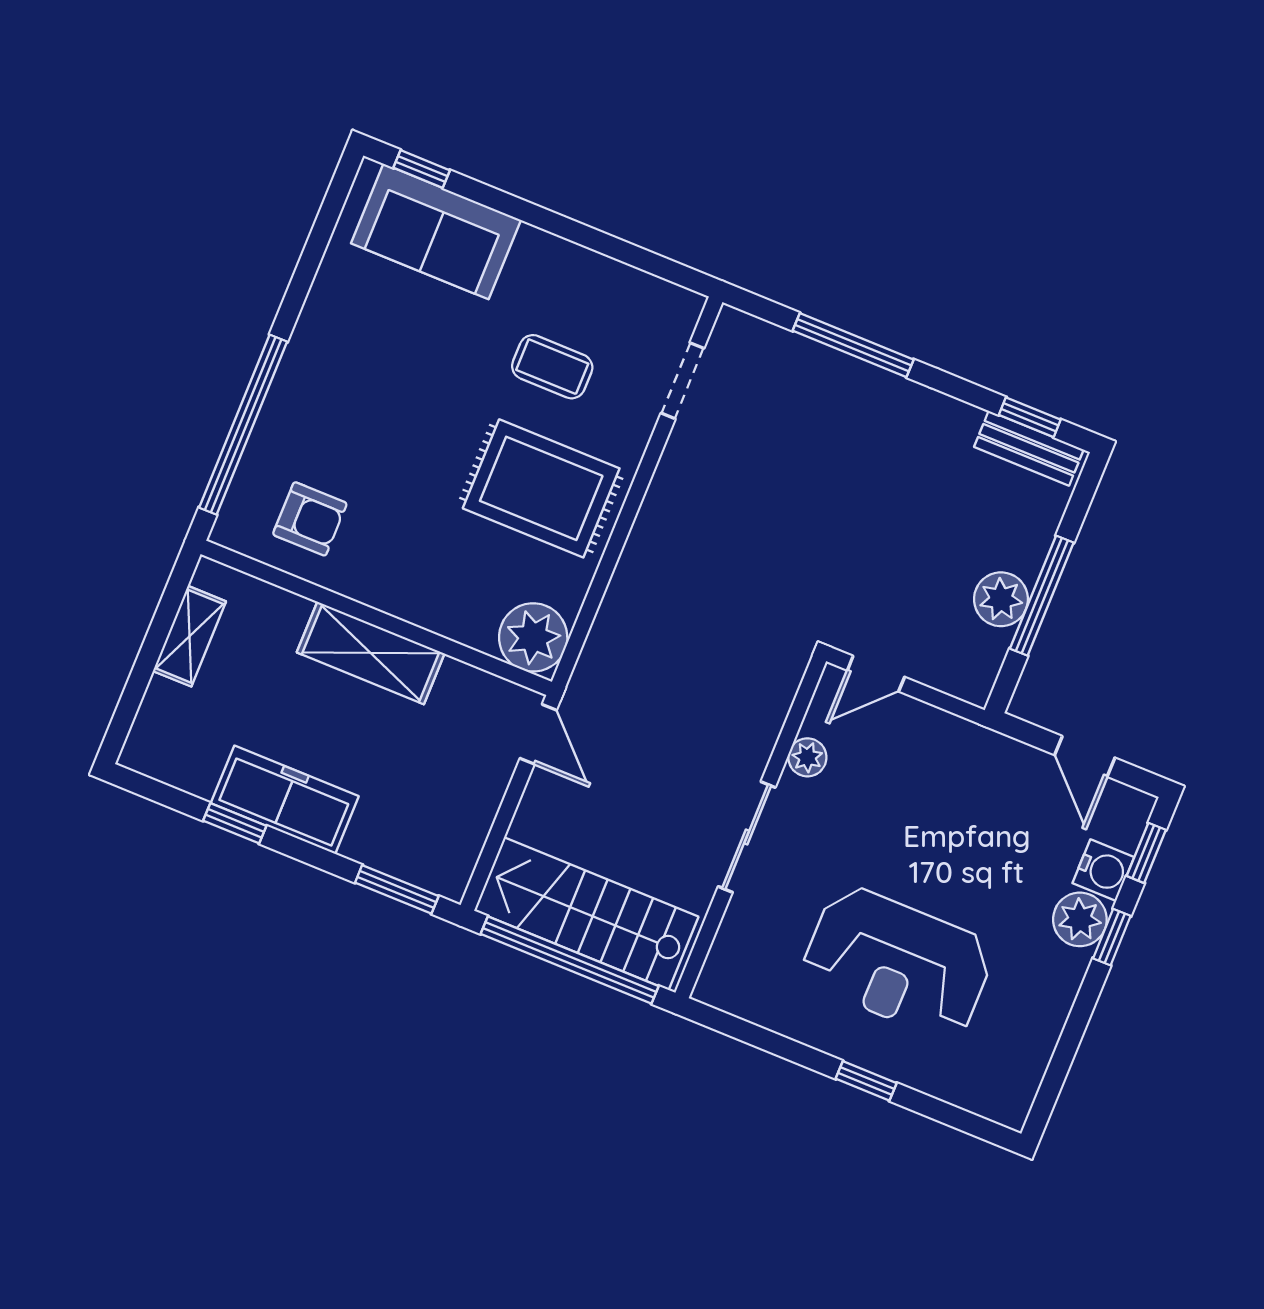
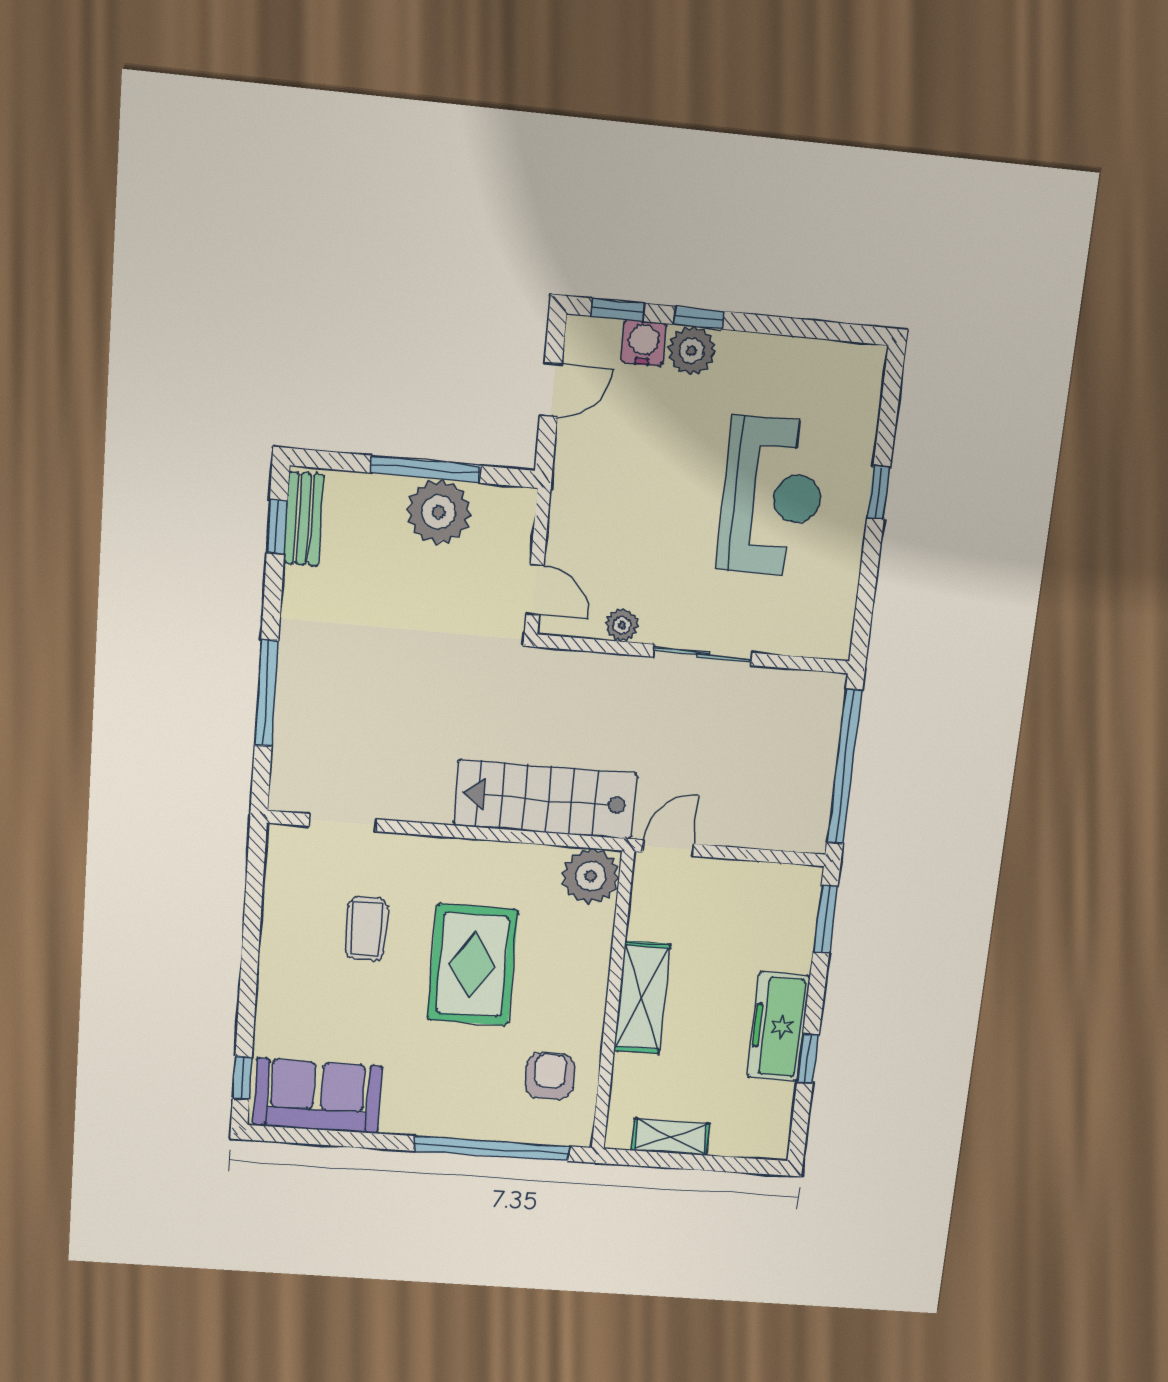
sofa: (436, 232) -> (317, 1096), moved, turned -90
rug: (541, 488) -> (472, 965), moved
plant: (1001, 599) -> (439, 512), width x1.36, depth x1.36
stairs: (586, 914) -> (545, 799), moved, turned 90

